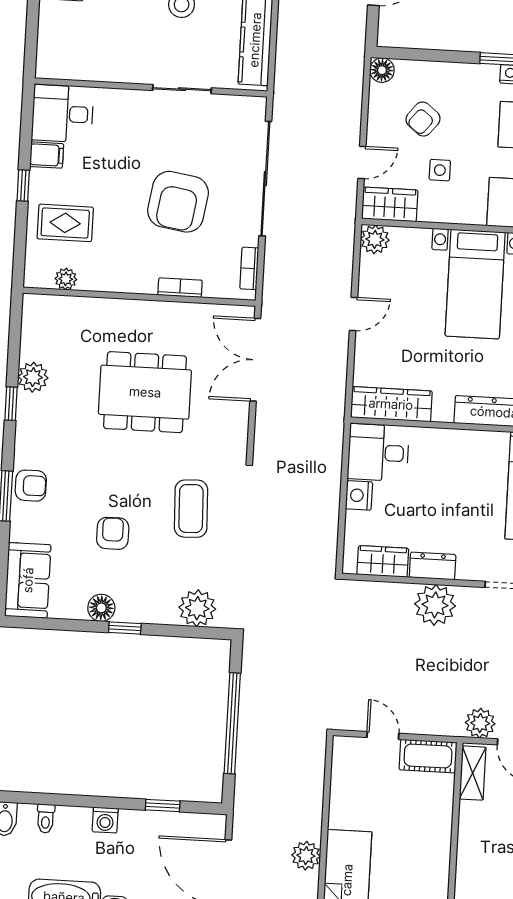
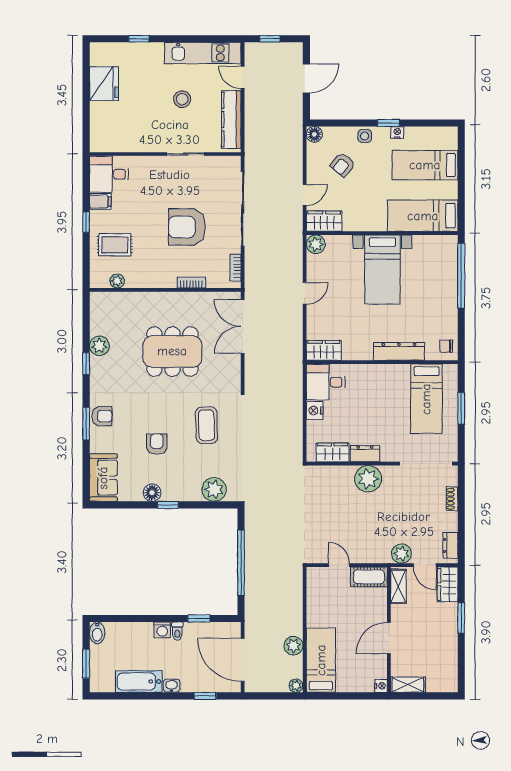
side table: (440, 170) -> (365, 136), moved
armchair: (178, 202) -> (187, 227), turned 81
wardrobe: (391, 404) -> (324, 350), width x0.67
toilet: (46, 819) -> (177, 631), moved
door: (454, 852) -> (389, 638), added

